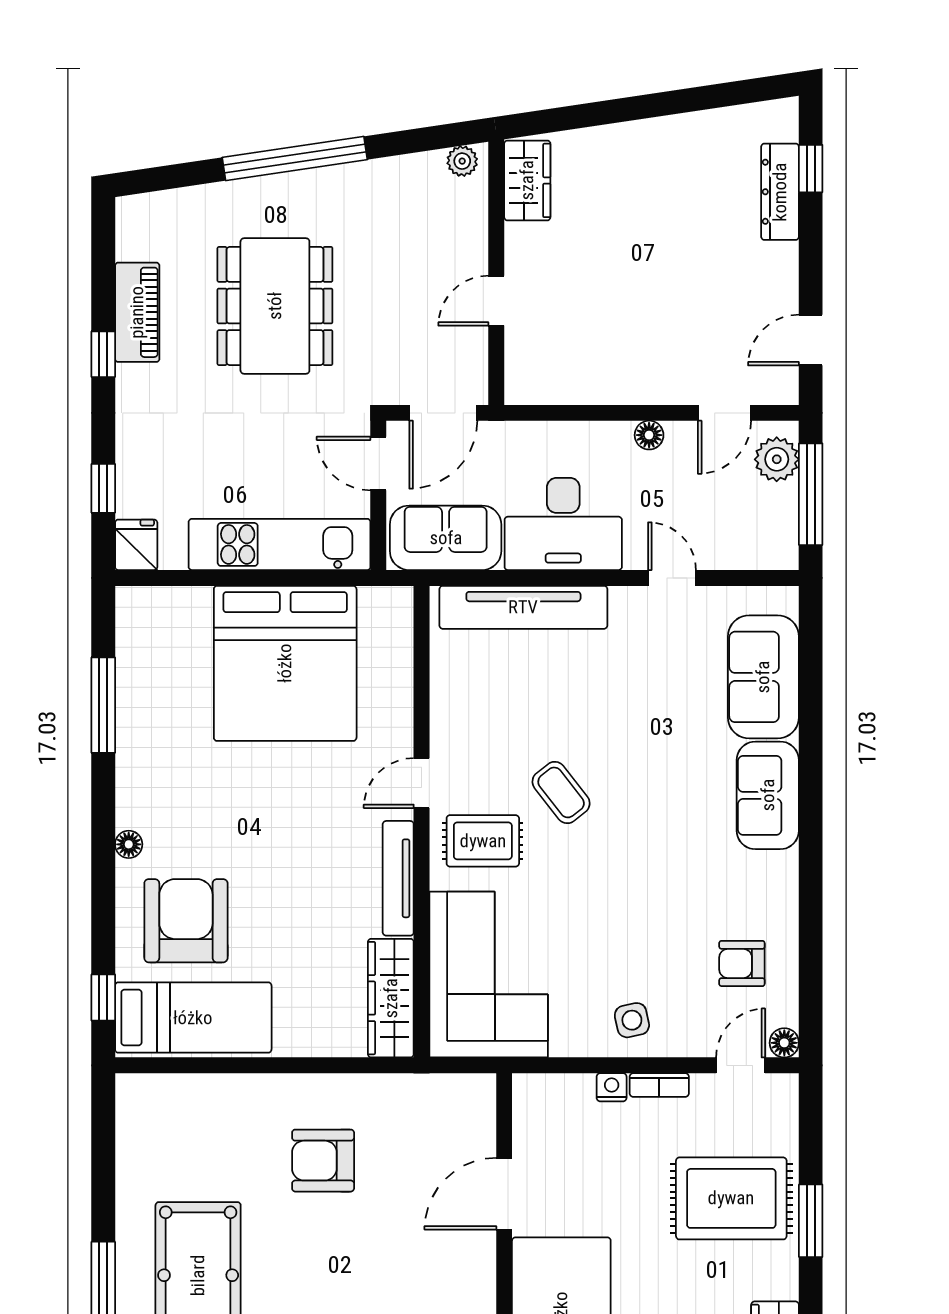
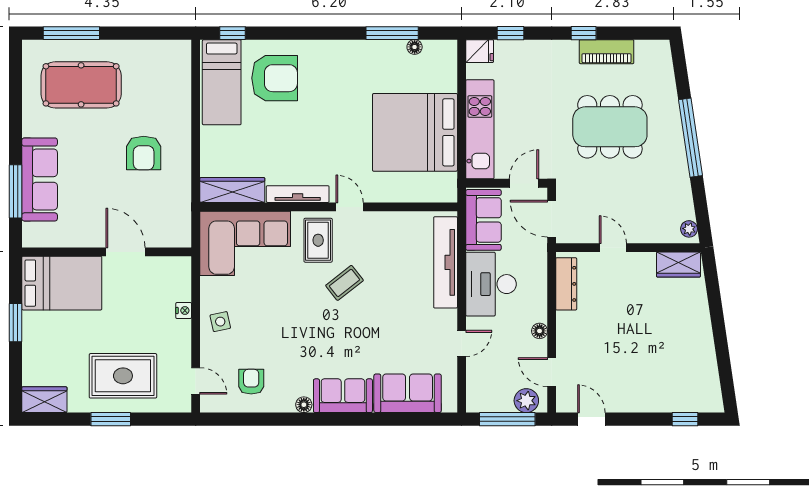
dresser: (780, 192) -> (566, 284), moved, turned 90
floor lamp: (129, 844) -> (415, 47), moved
floor lamp: (784, 1043) -> (304, 405), moved
bookcase: (659, 1085) -> (185, 336), removed
armchair: (323, 1161) -> (144, 153), turned 180
rug: (731, 1198) -> (123, 376), turned 90

